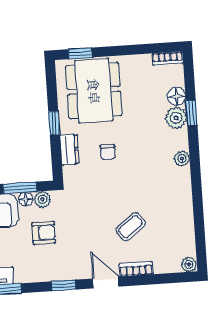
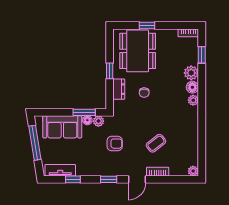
window: (80, 53) -> (147, 26), moved
floor lamp: (176, 96) -> (192, 87), moved
window: (192, 113) -> (202, 55), moved
armchair: (44, 233) -> (115, 144), moved
door: (106, 283) -> (137, 179), swing flipped

